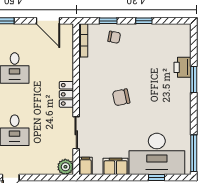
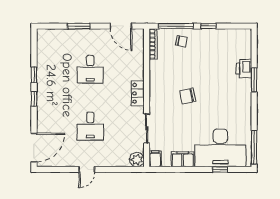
window: (108, 21) -> (176, 26), width x2.17

